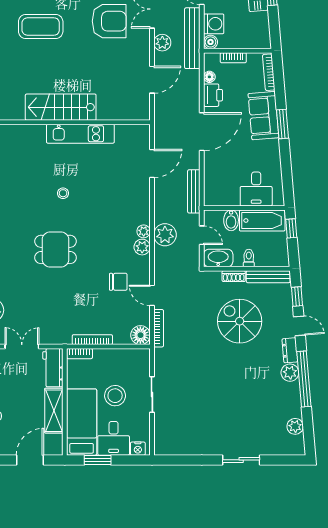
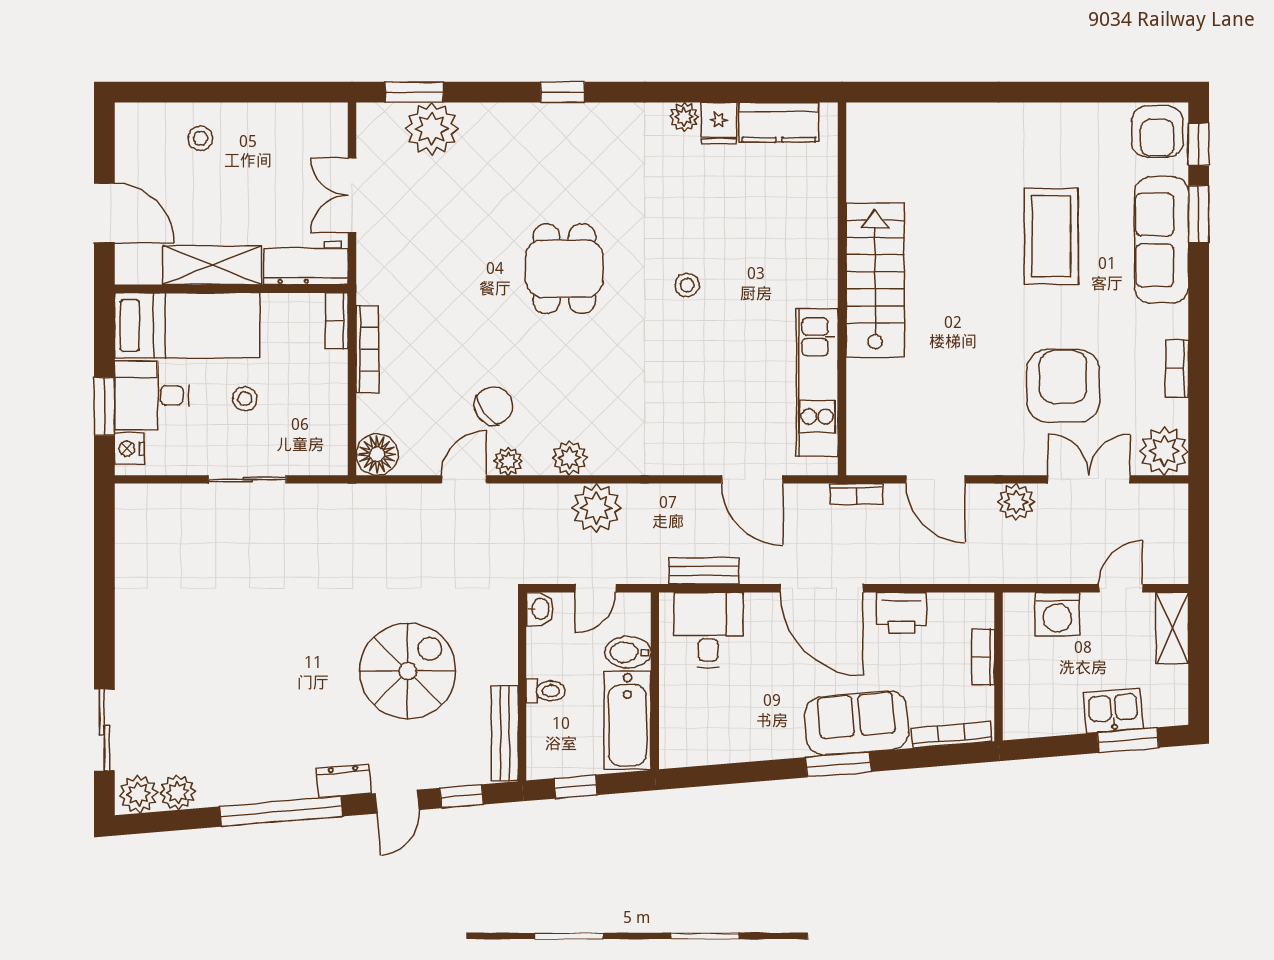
armchair: (109, 21) -> (1063, 386), turned 180
bench: (192, 38) -> (1026, 568), removed
boiler: (211, 42) -> (1018, 607), removed
floor lamp: (209, 77) -> (941, 605), removed
kitchen unit: (80, 134) -> (817, 383), moved
desk: (256, 189) -> (708, 630), moved, turned 90
bench: (194, 191) -> (704, 571), width x0.73
window: (291, 228) -> (576, 787), moved
plant: (144, 231) -> (508, 461), moved
washbasin: (218, 258) -> (540, 609), width x0.52, depth x0.69
shoe rack: (234, 276) -> (506, 658), removed
chair: (118, 282) -> (494, 406), turned -128
bookcase: (159, 328) -> (856, 494), moved, width x0.64
double door: (22, 347) -> (352, 195), swing flipped
plant: (290, 373) -> (138, 794), moved
stool: (115, 396) -> (245, 399), width x0.53, depth x0.53
window: (98, 460) -> (104, 407), moved
sliding door: (241, 460) -> (104, 730), moved

